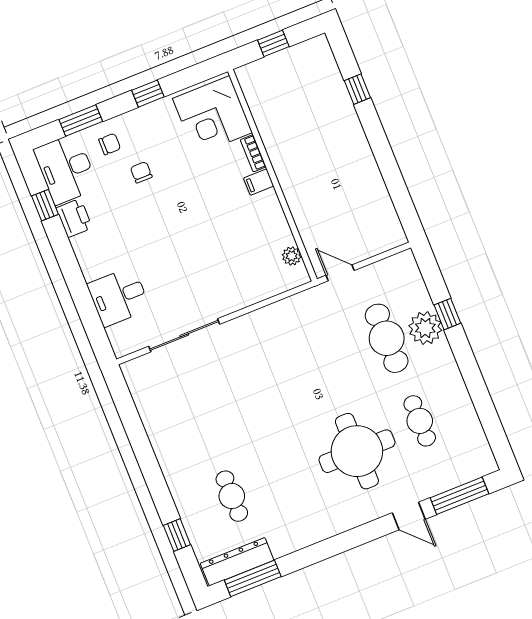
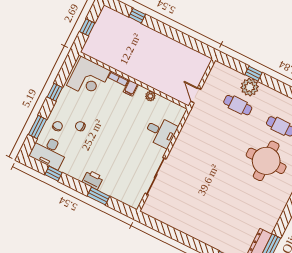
printer: (74, 218) -> (93, 180), moved
plant: (292, 256) -> (150, 96), moved
door: (340, 273) -> (196, 95), hinge flipped
window: (80, 292) -> (98, 196), added
desk: (119, 297) -> (161, 132), moved, turned -90
cafe table: (387, 338) -> (238, 105), width x0.73, depth x0.74
cafe table: (232, 496) -> (232, 223), removed

